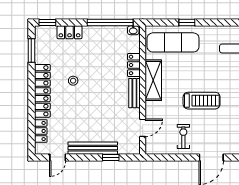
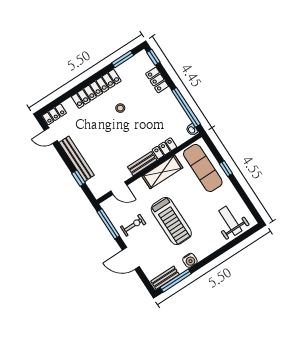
treadmill: (202, 101) -> (171, 221), width x1.37, depth x1.38
locker: (41, 131) -> (54, 114), moved
window: (168, 157) -> (108, 224), added

